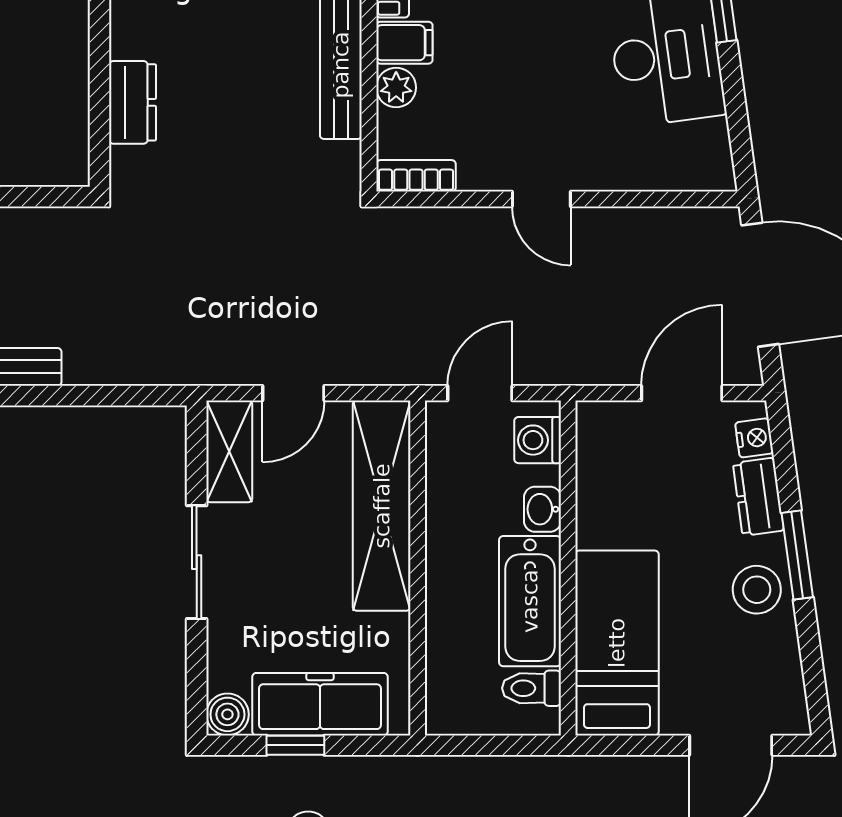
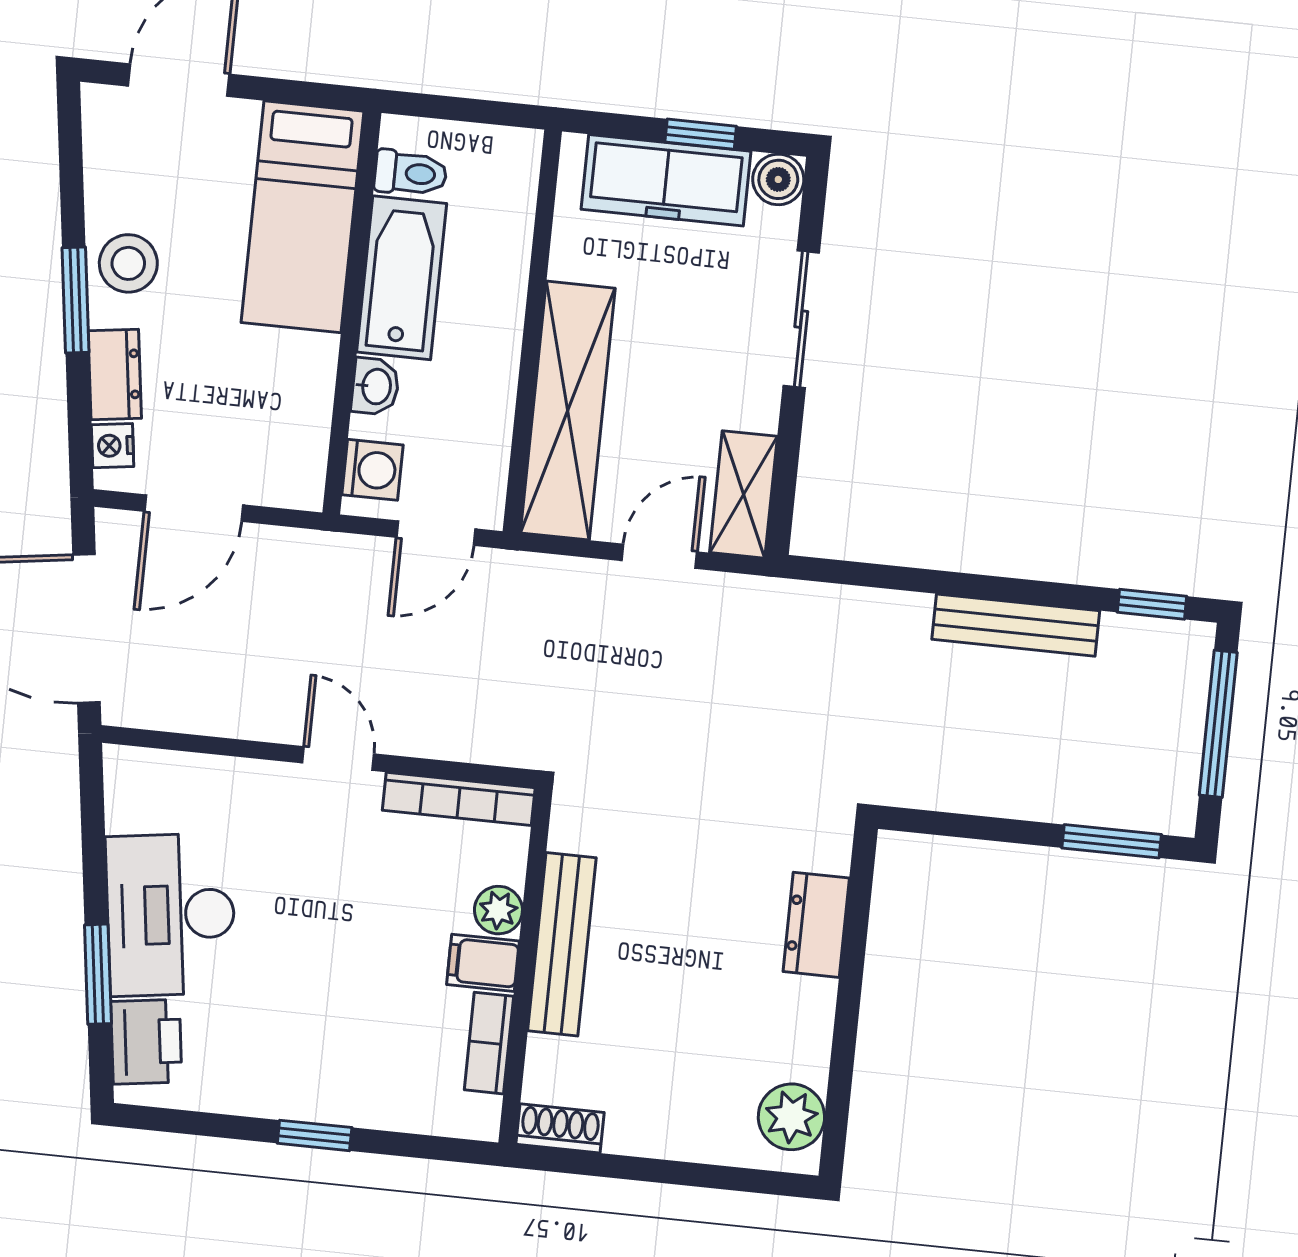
bookcase: (416, 176) -> (459, 799), width x1.56
sliding door: (197, 562) -> (801, 319), moved

